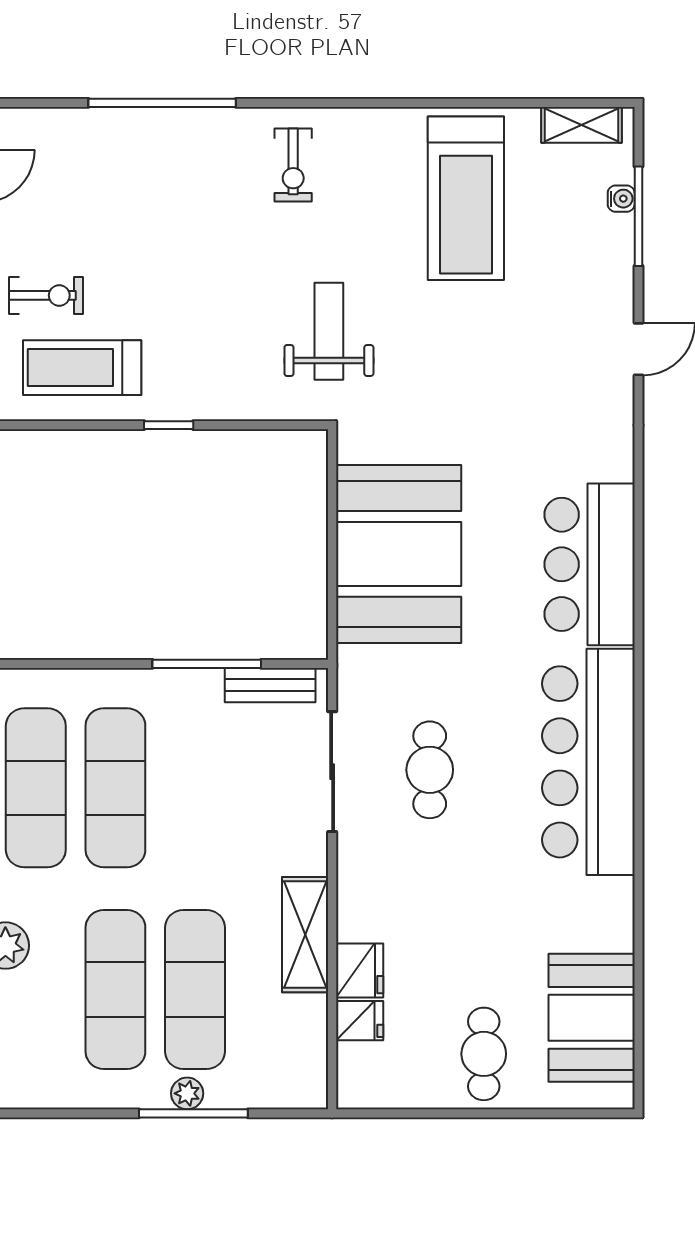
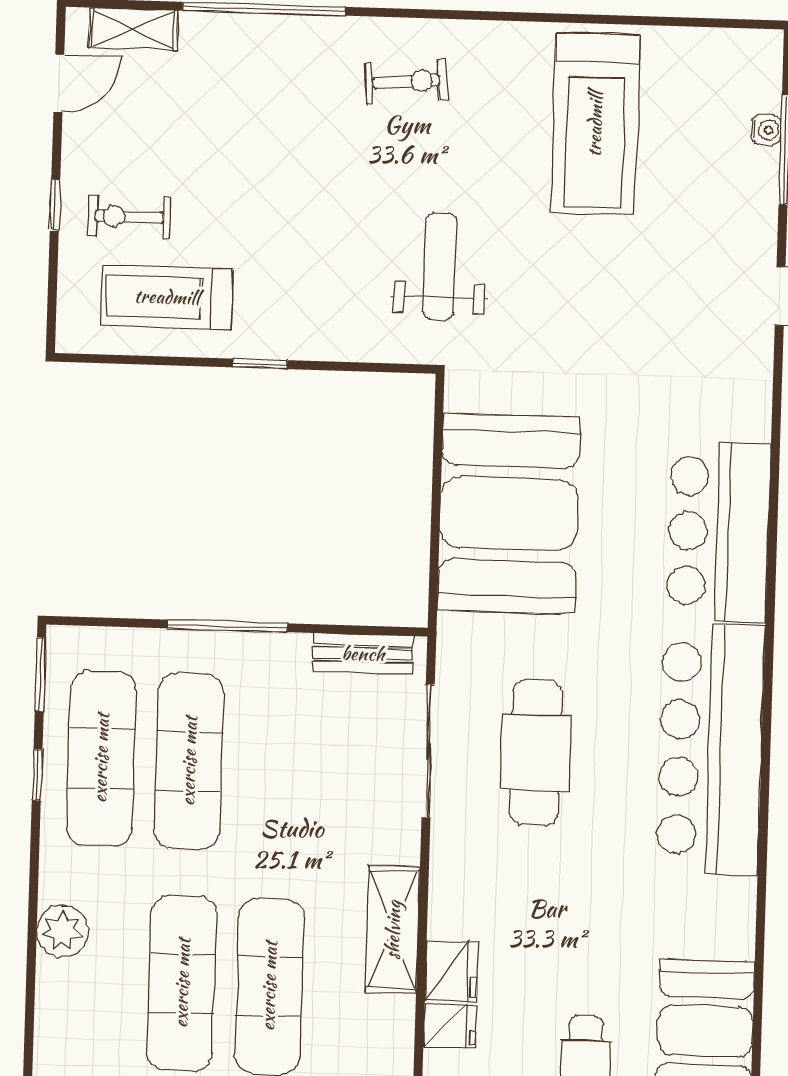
shelving: (581, 125) -> (134, 29), moved
exercise bike: (293, 165) -> (406, 82), turned -95
exercise bike: (46, 295) -> (129, 217), turned 180
window: (207, 664) -> (227, 626), moved
cafe table: (430, 770) -> (536, 752), width x1.37, depth x1.35

